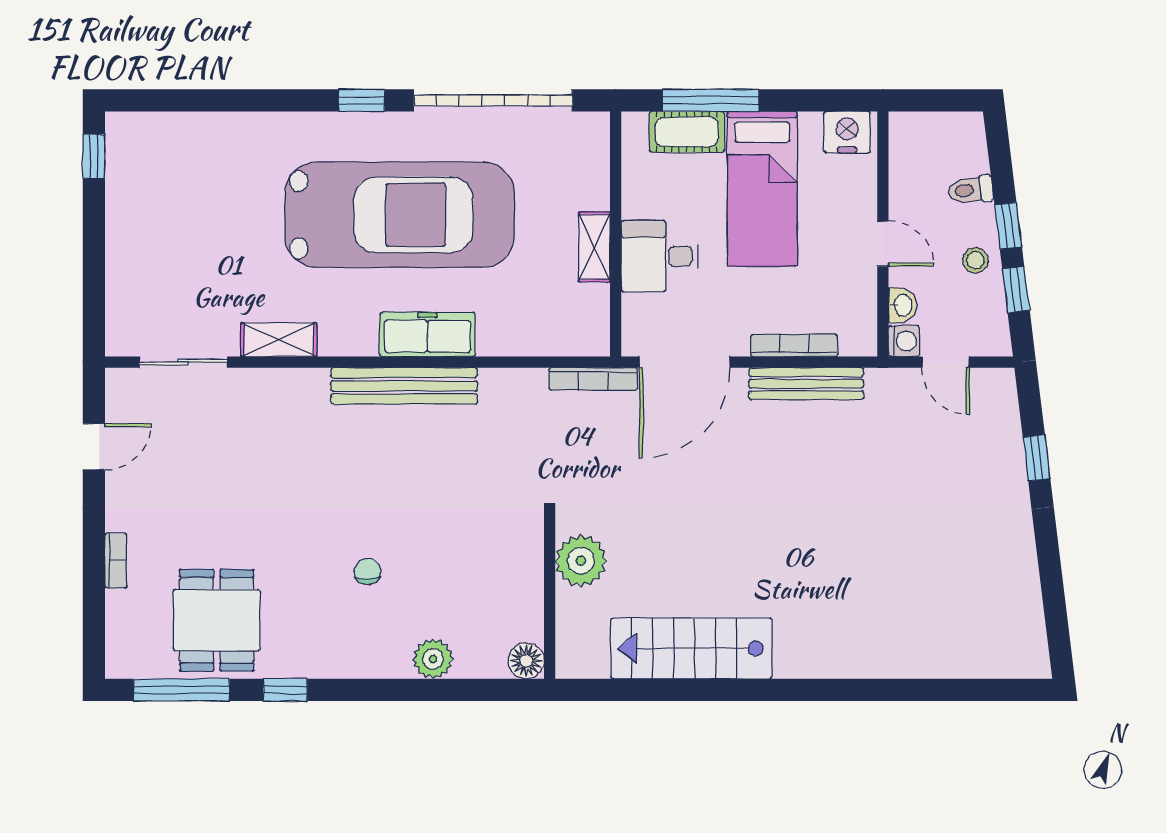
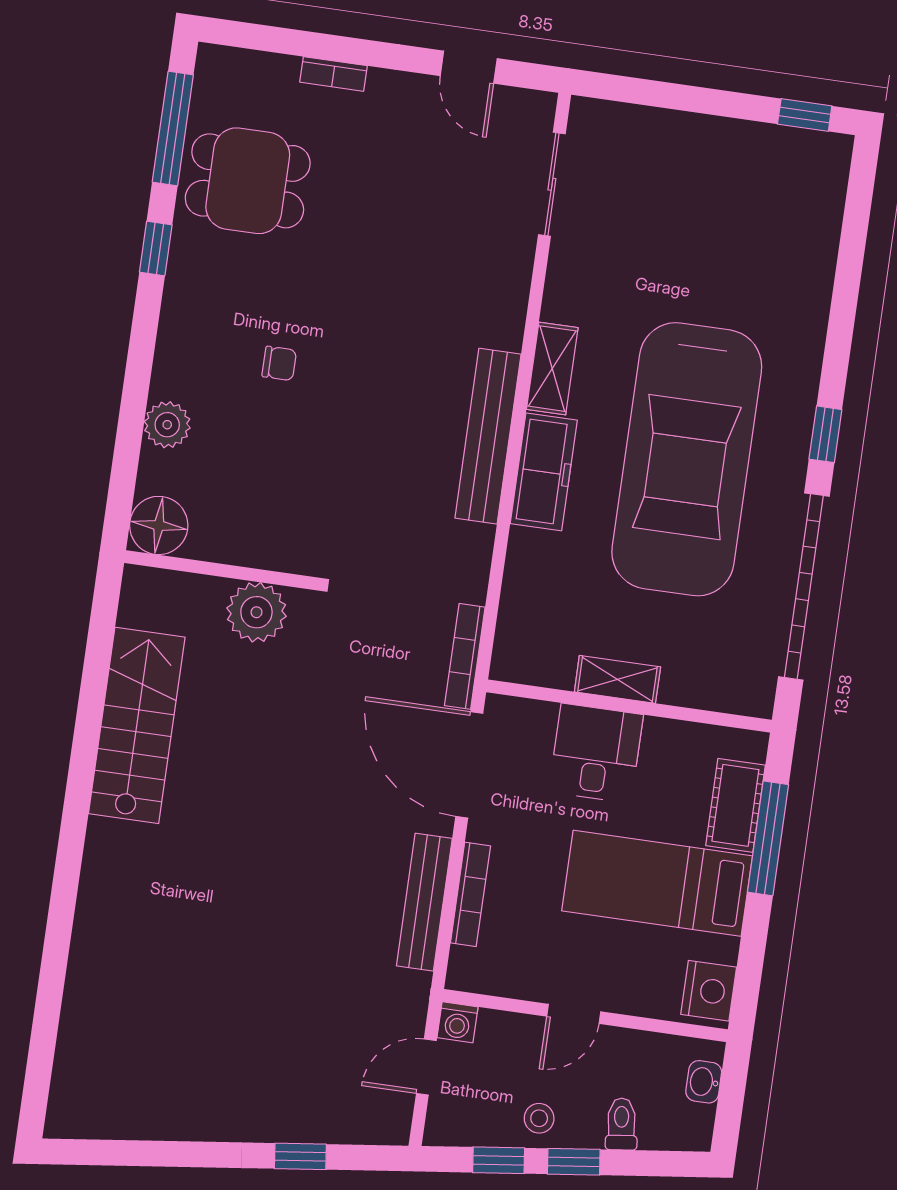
washbasin: (902, 305) -> (704, 1082), moved, turned 90
shelving: (279, 340) -> (552, 369), moved
floor lamp: (526, 661) -> (159, 525), width x1.38, depth x1.38

